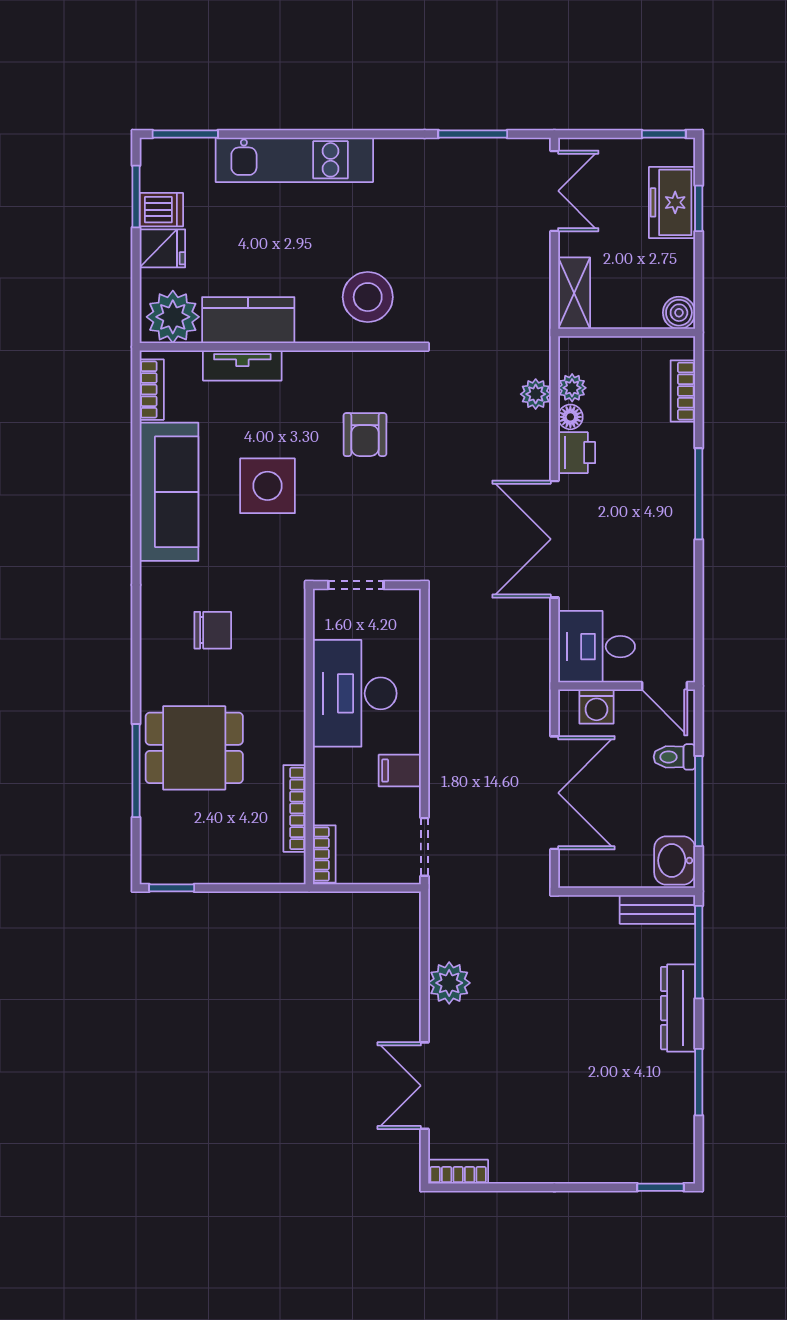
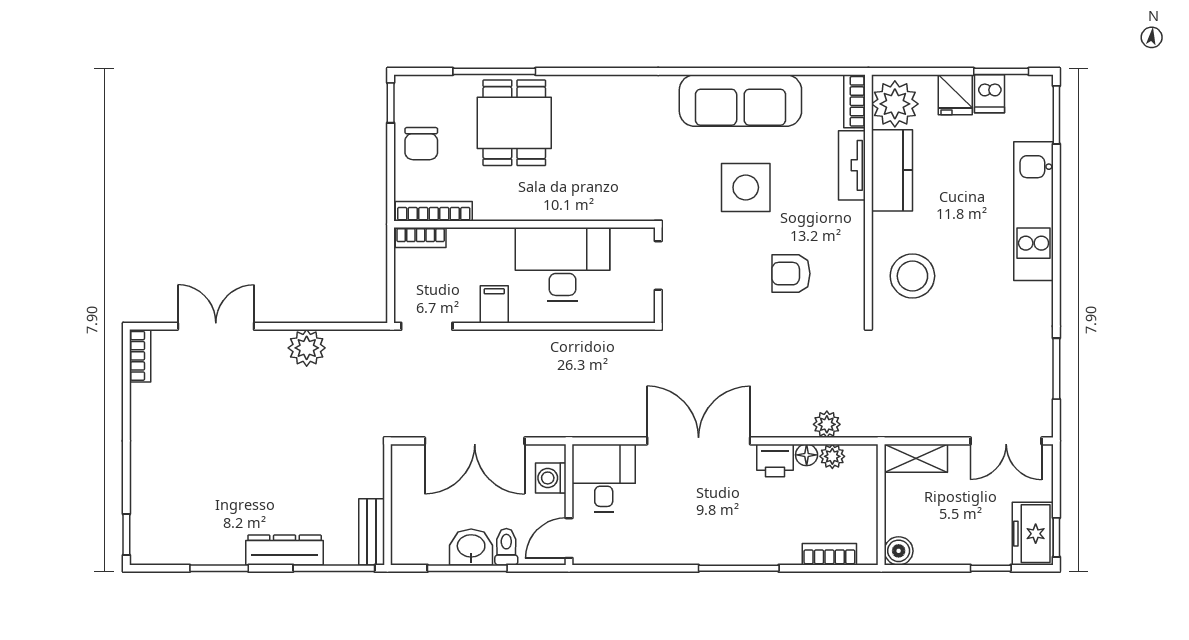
freezer: (672, 202) -> (1033, 534), moved, turned -90
bookcase: (152, 390) -> (855, 101), moved, turned 90
chair: (213, 630) -> (421, 144), moved
bookcase: (294, 808) -> (434, 211), moved
washbasin: (675, 860) -> (471, 547), moved

